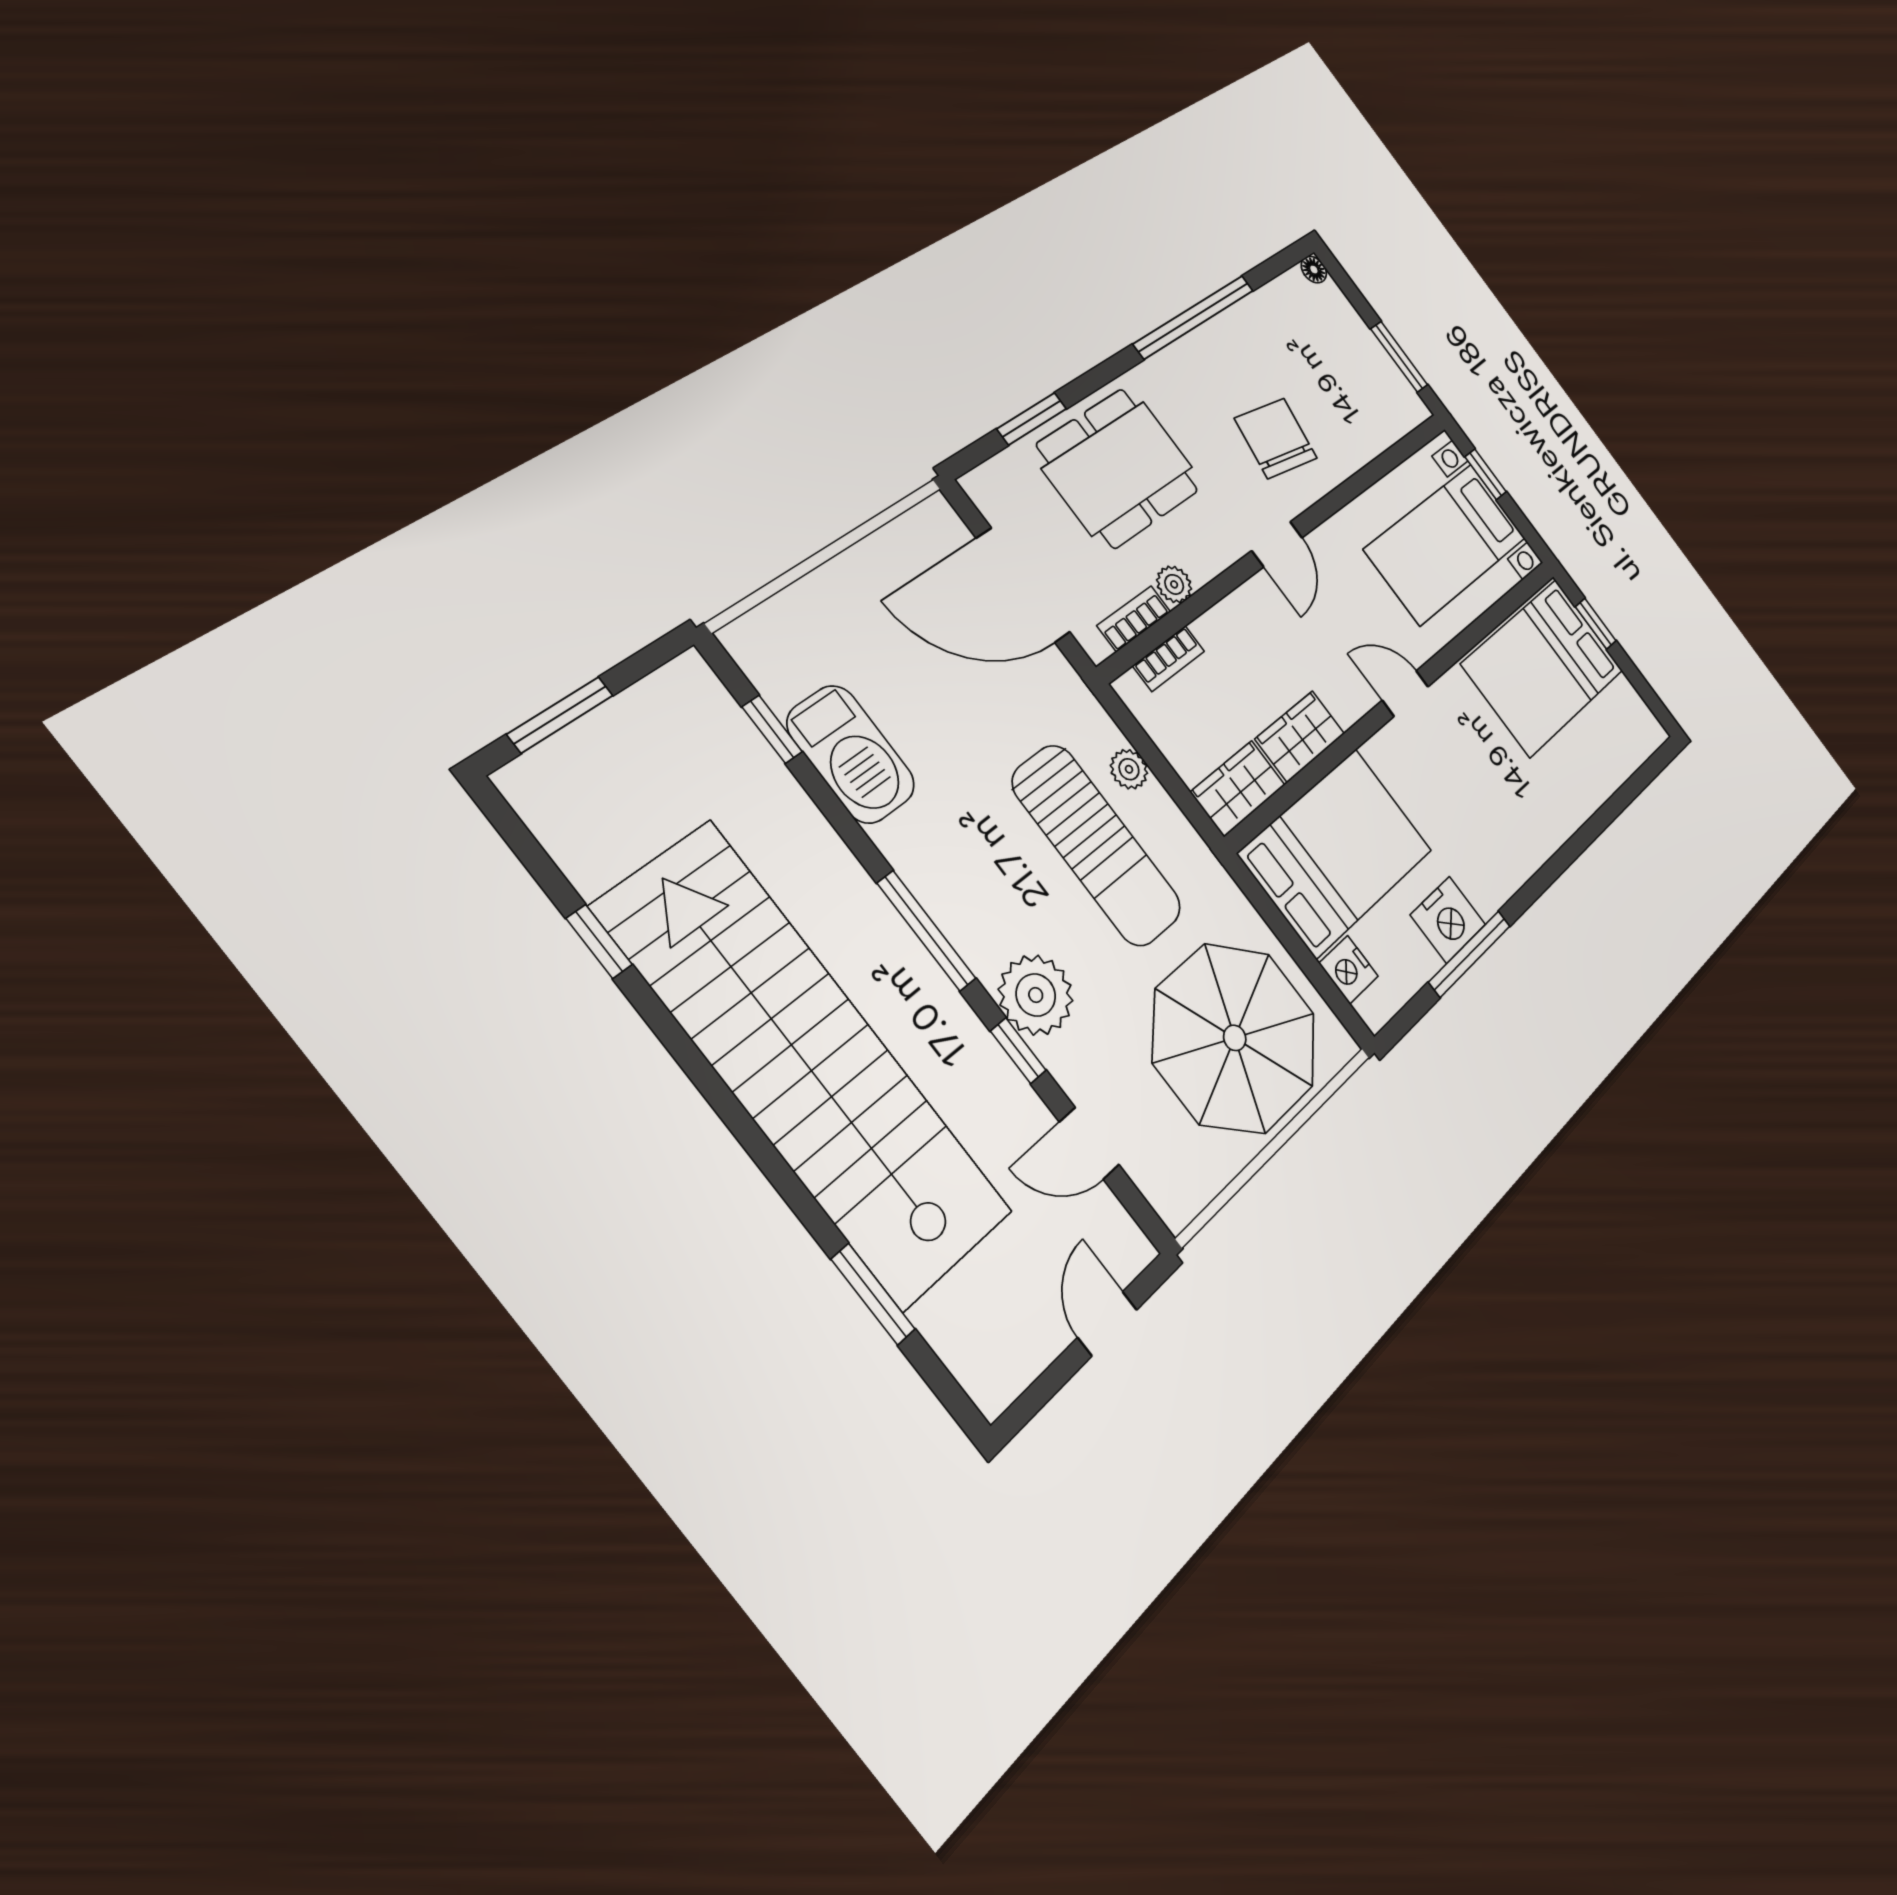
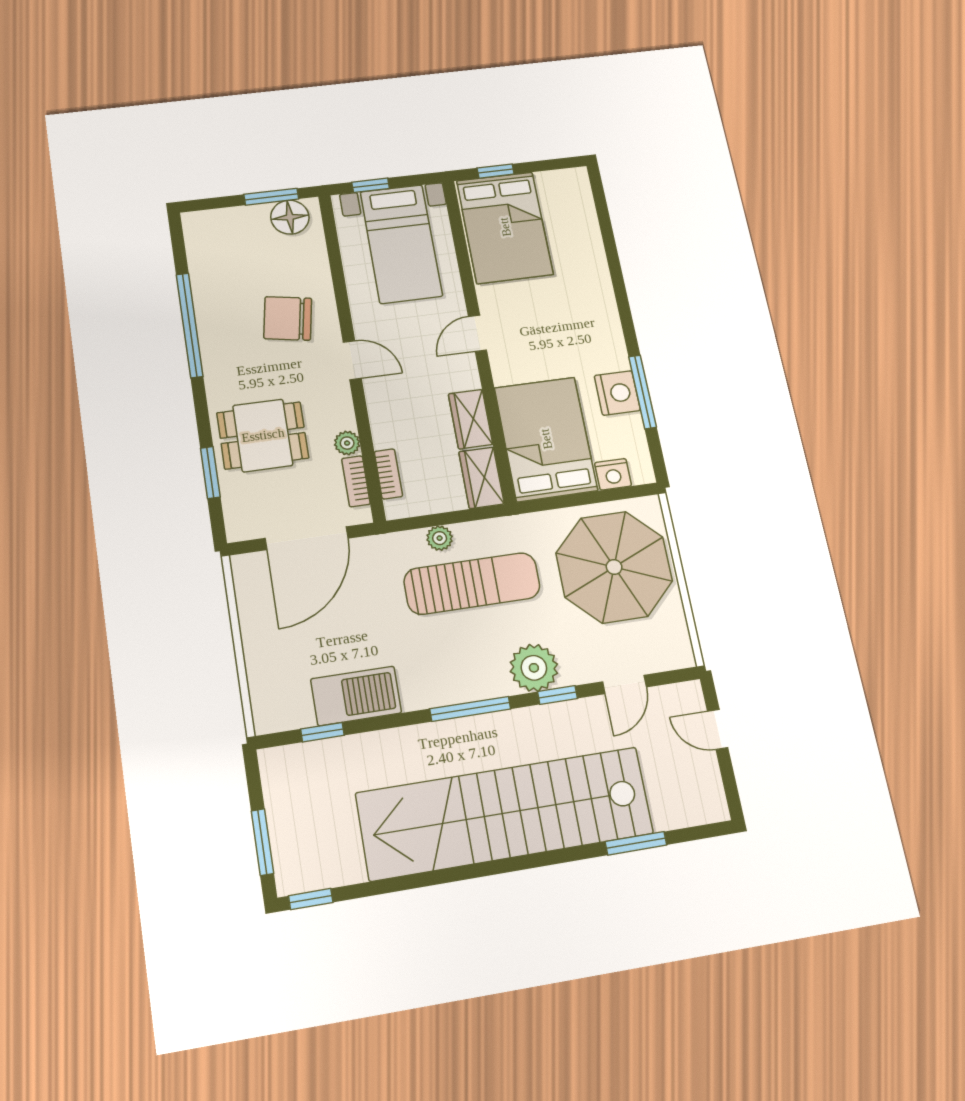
floor lamp: (1314, 270) -> (290, 217), moved, width x1.89, depth x1.89
dining table: (1118, 468) -> (263, 435), width x0.73
window: (599, 941) -> (311, 899), moved

